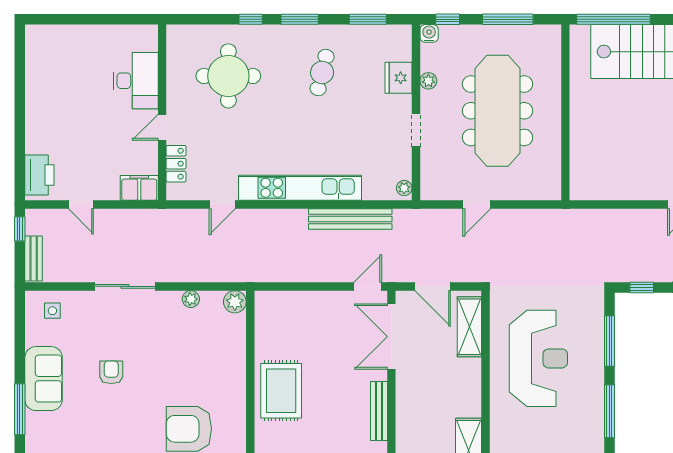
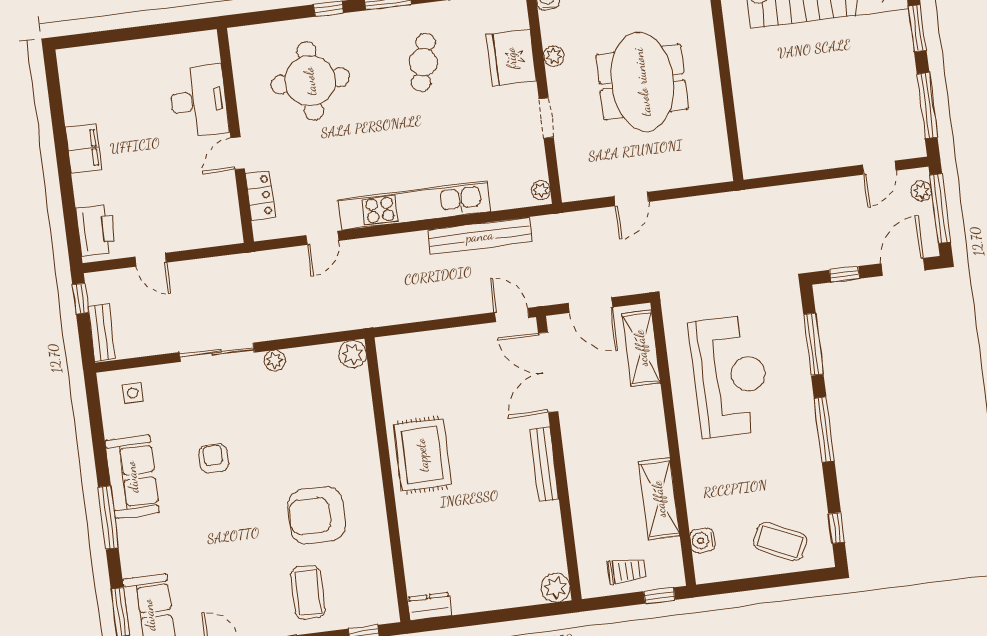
fridge: (398, 78) -> (511, 58), width x1.36, depth x1.34
meeting table: (498, 111) -> (642, 82), width x0.73
filing cabinet: (139, 188) -> (83, 149), moved, turned 90
door: (368, 286) -> (512, 315), hinge flipped
plant: (191, 299) -> (275, 361), moved

